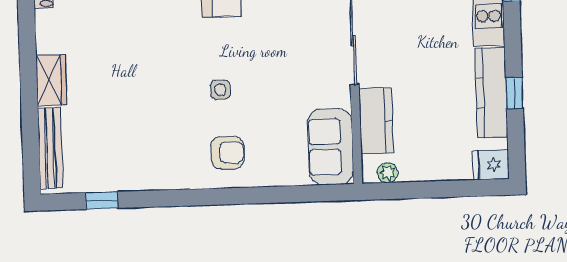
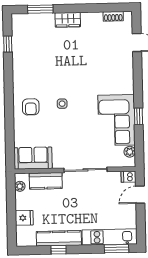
window: (30, 136) -> (40, 9), added
bench: (50, 148) -> (34, 19), removed
fridge: (491, 165) -> (24, 218), moved, turned 90

